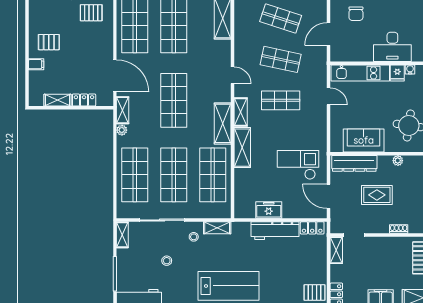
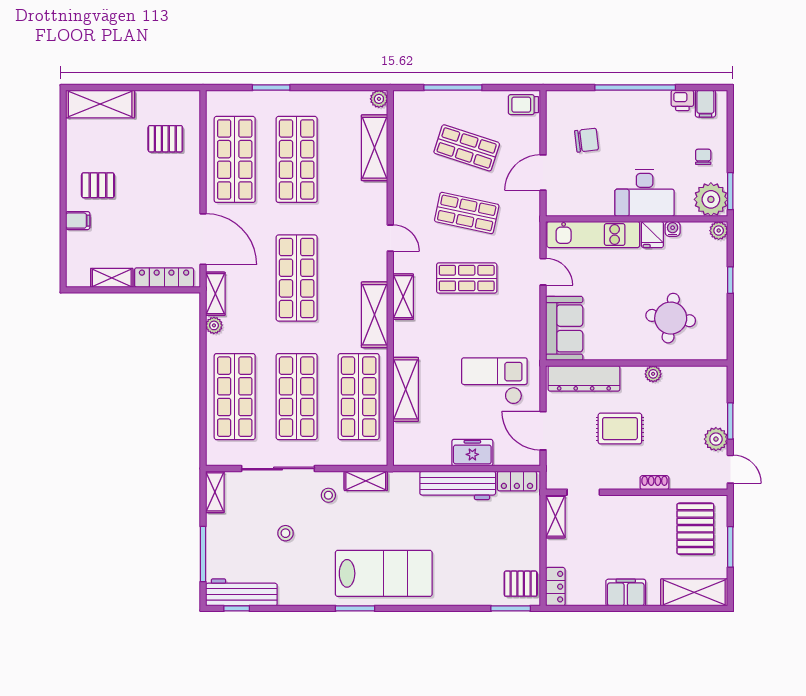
chair: (356, 14) -> (587, 140), turned -97
locker: (84, 100) -> (164, 278), width x1.53
sofa: (364, 140) -> (564, 328), moved, turned 90
shelving: (242, 148) -> (406, 389), moved
freezer: (269, 210) -> (472, 453), moved

